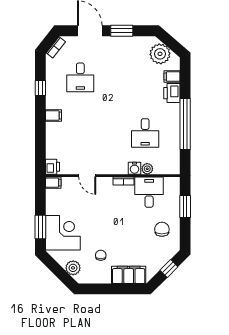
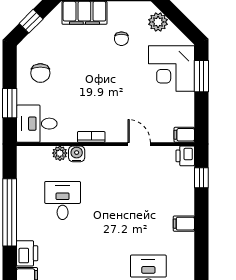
window: (40, 88) -> (201, 178), moved
desk: (149, 192) -> (37, 124), moved, turned 90

